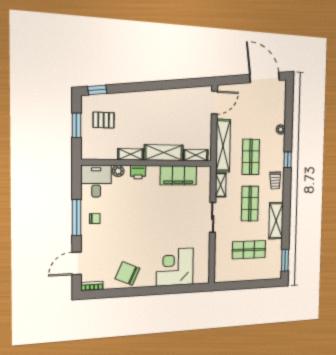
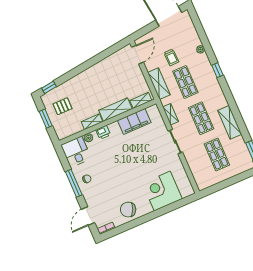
shelving: (223, 146) -> (159, 84), width x0.68
trolley: (275, 180) -> (171, 57), moved
shop shelf: (249, 250) -> (217, 154), turned 90

